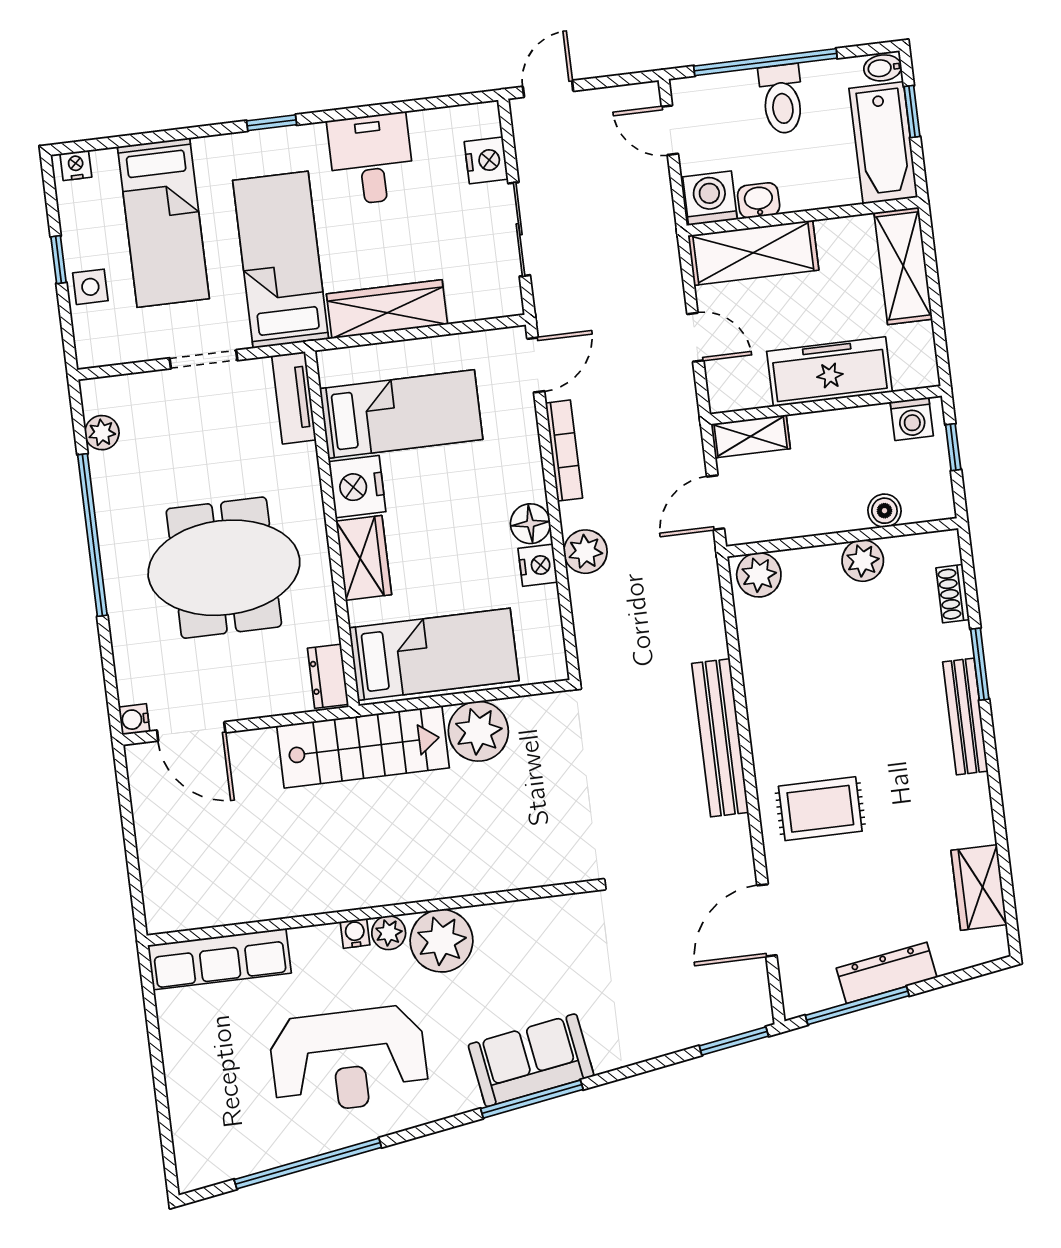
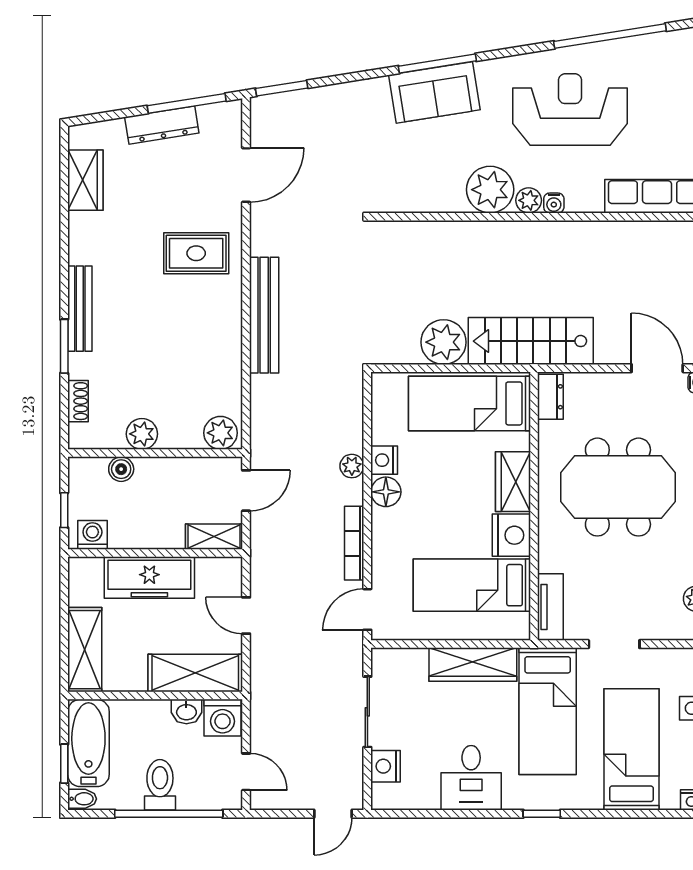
plant: (585, 552) -> (352, 466), width x0.73, depth x0.73

